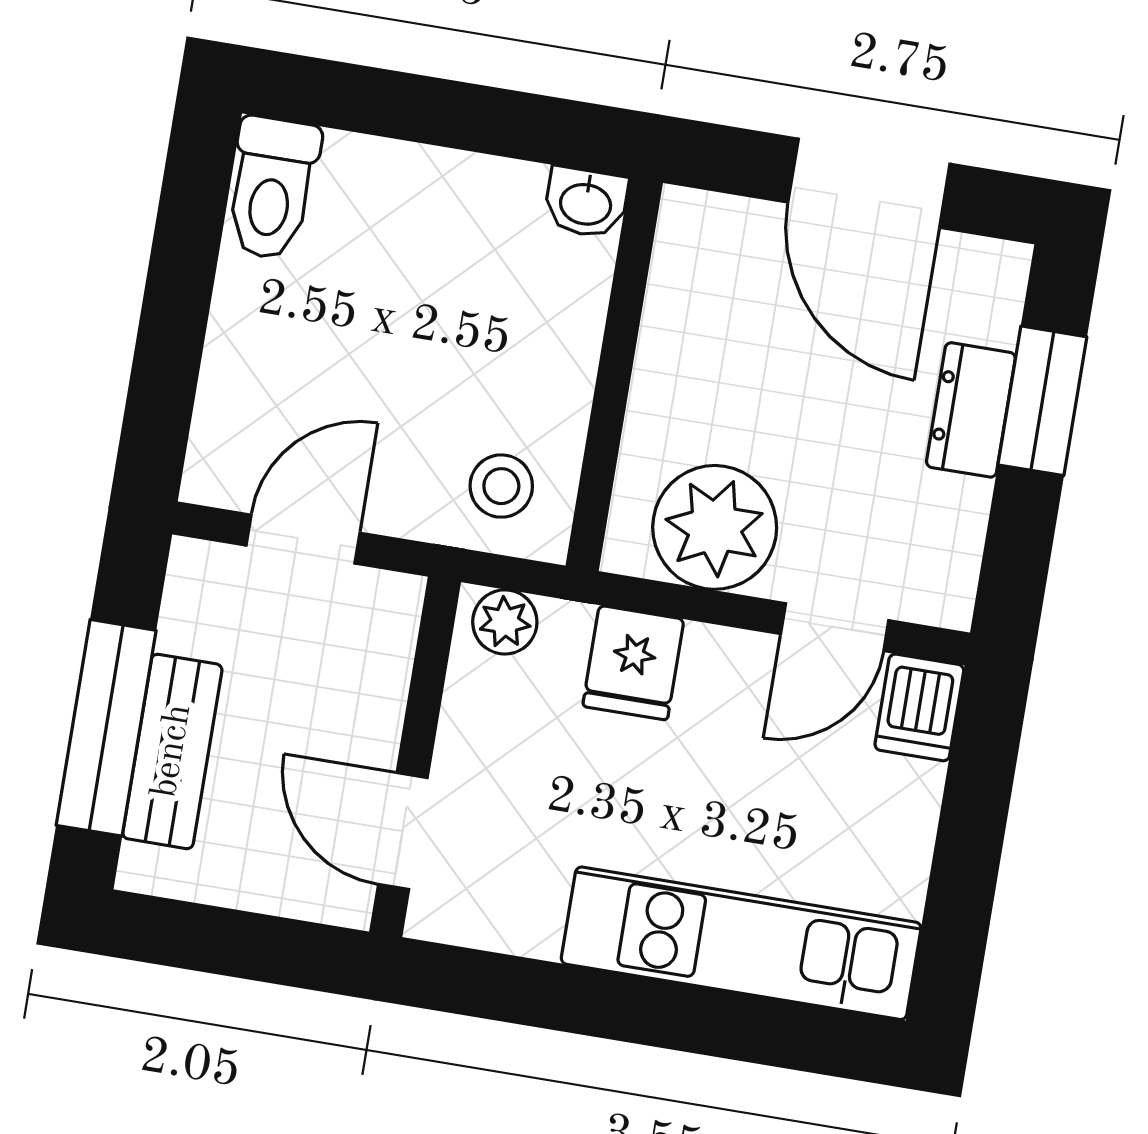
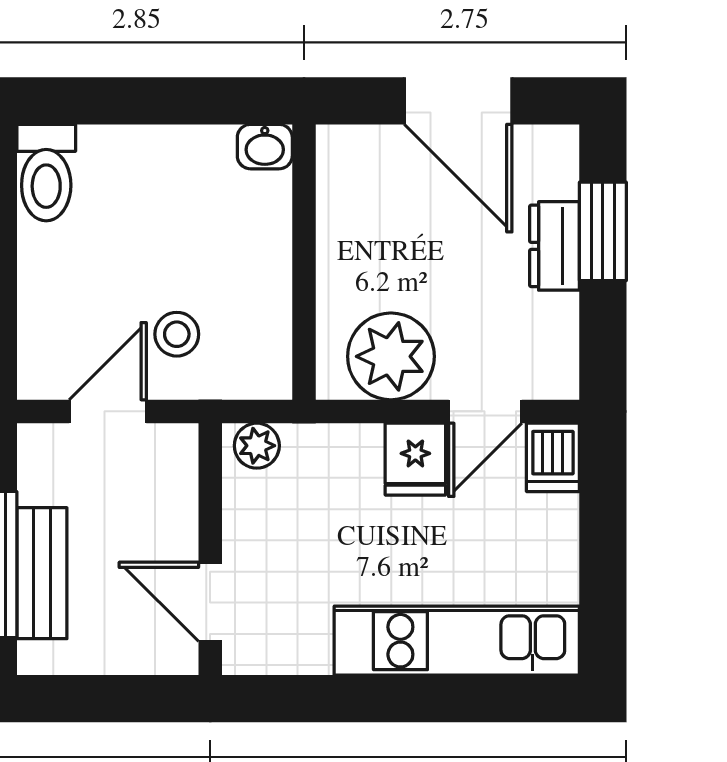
stool: (501, 486) -> (177, 334), moved
fridge: (633, 663) -> (415, 459), moved

